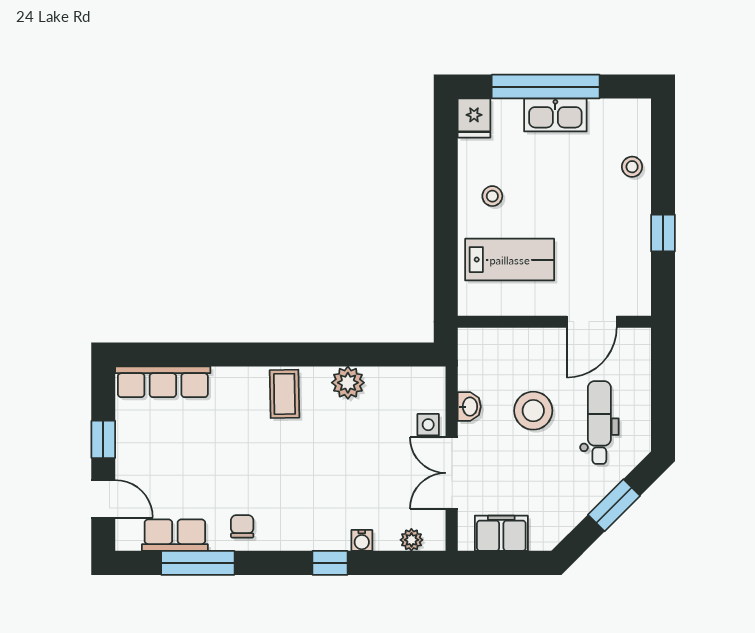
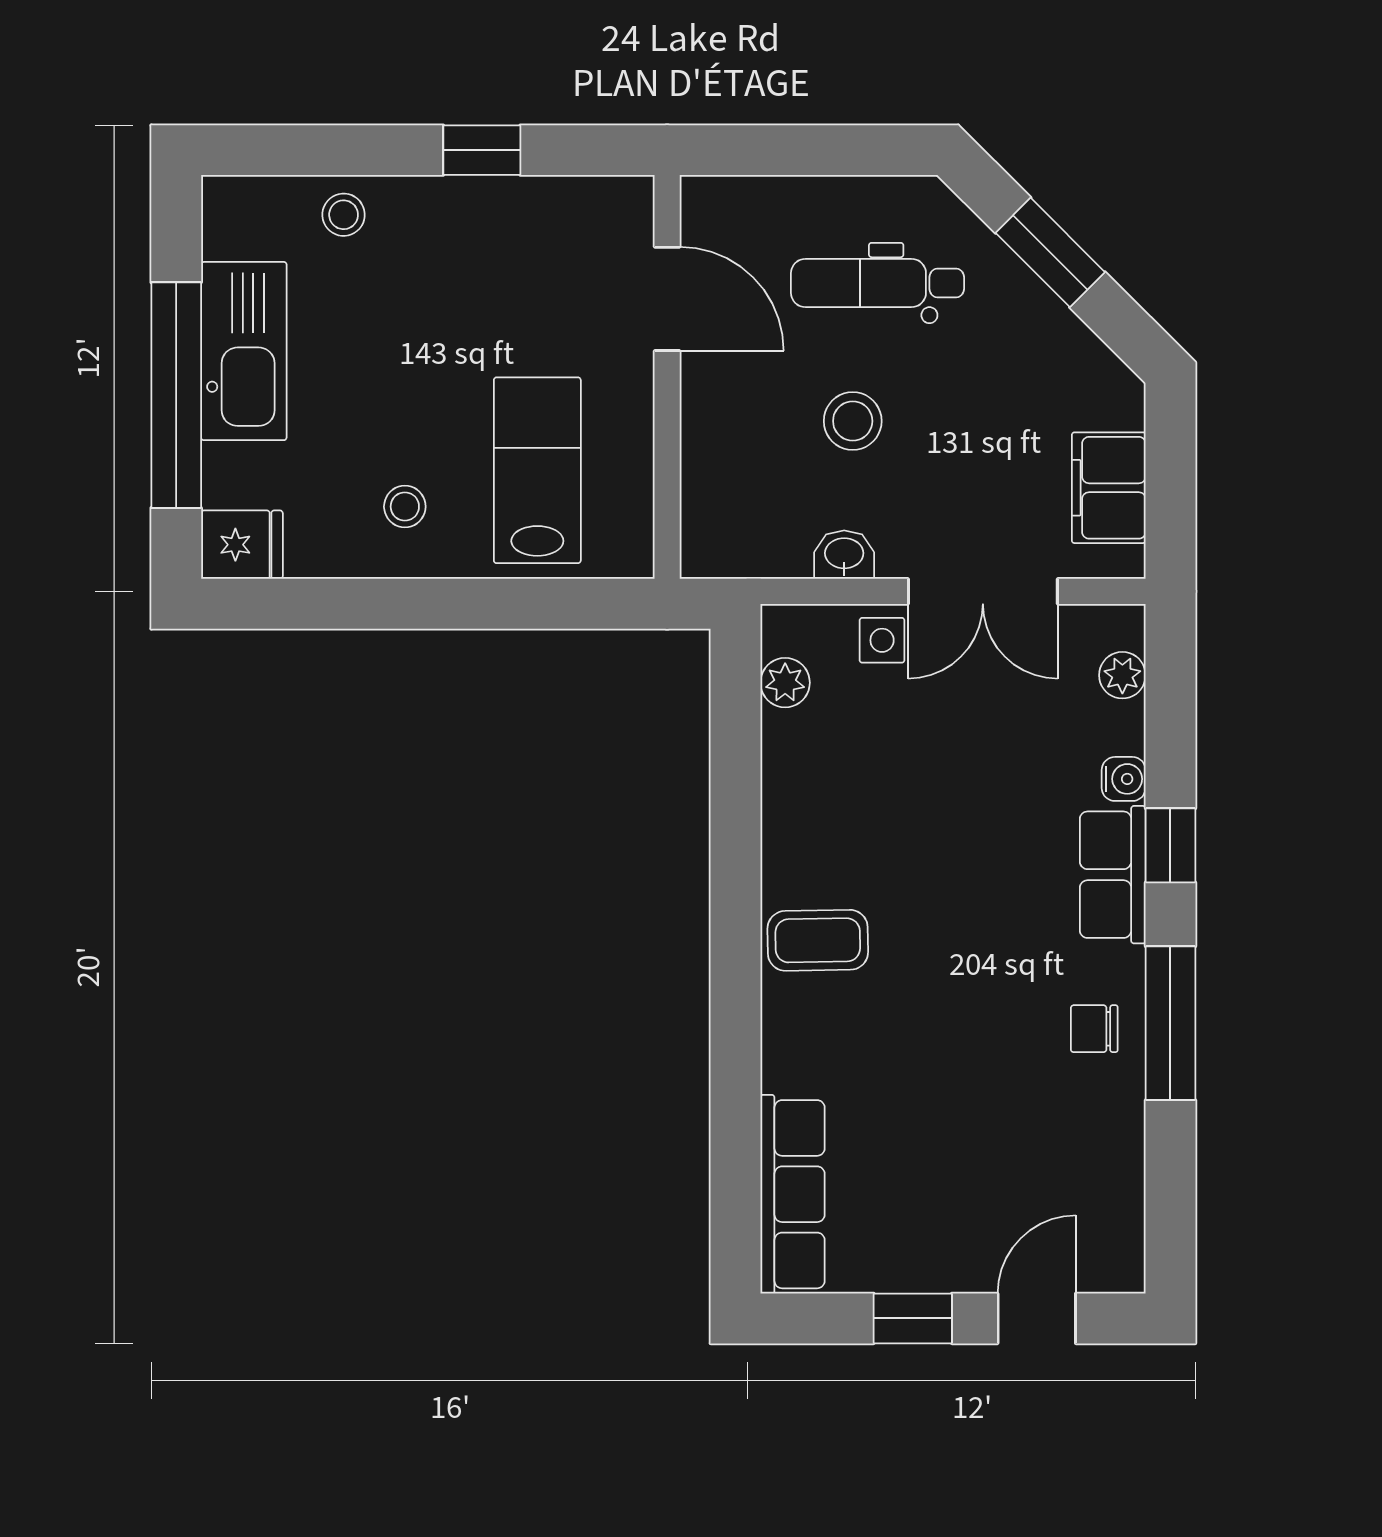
kitchen sink: (555, 115) -> (244, 351), width x1.36, depth x1.24
plant: (348, 383) -> (785, 683), moved, width x0.73, depth x0.73
stool: (533, 411) -> (853, 421), width x0.73, depth x0.73
row of seats: (175, 535) -> (1113, 875), moved
window: (198, 563) -> (1170, 1023), moved

